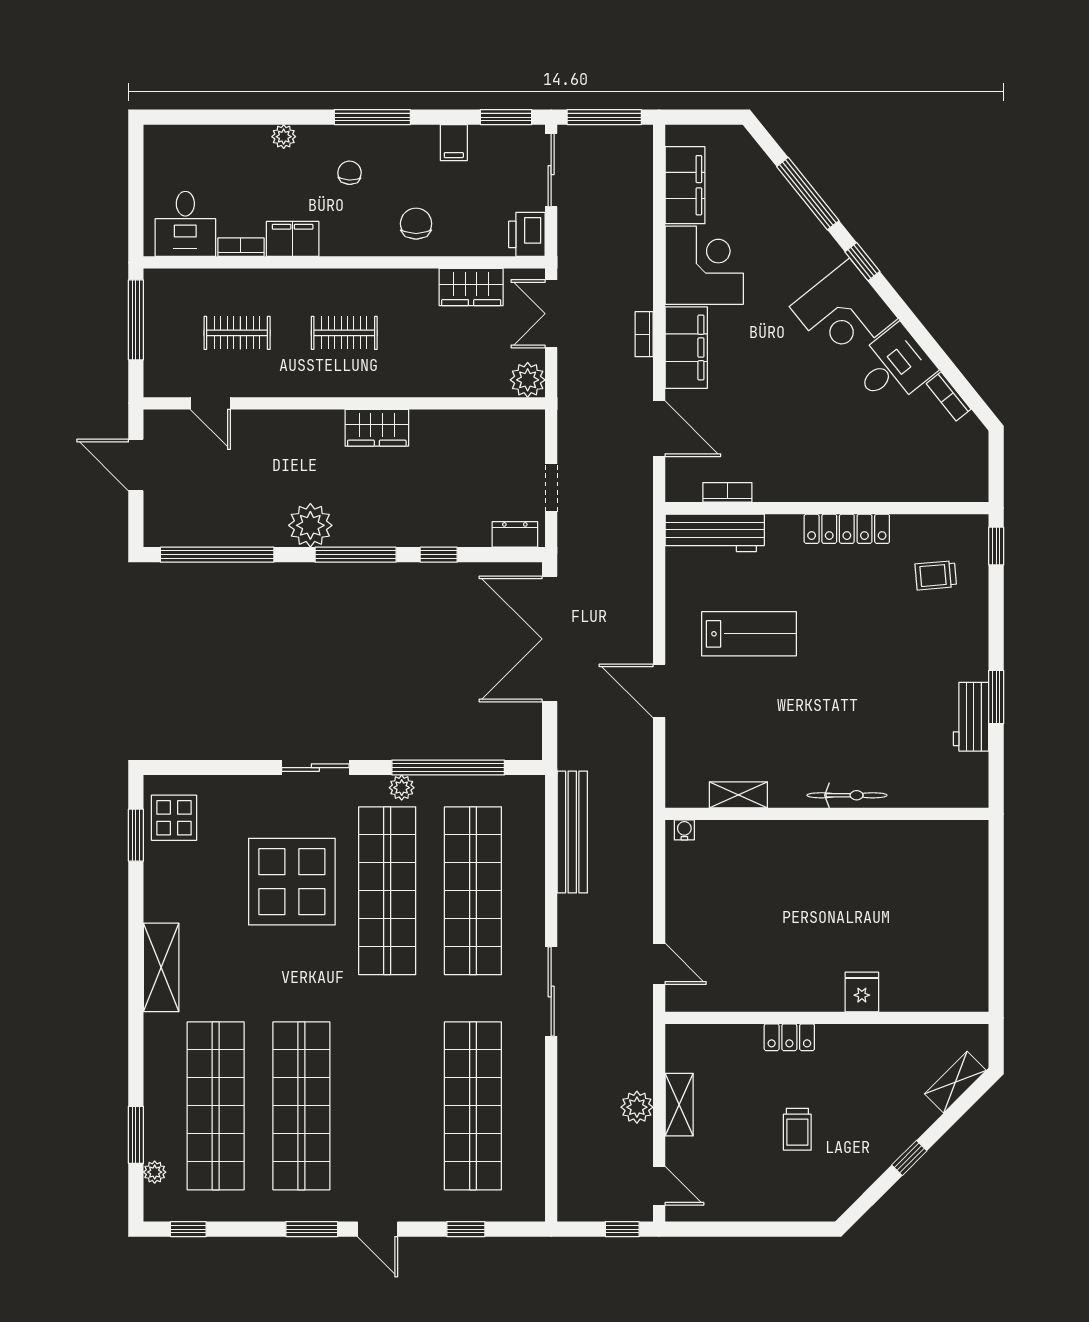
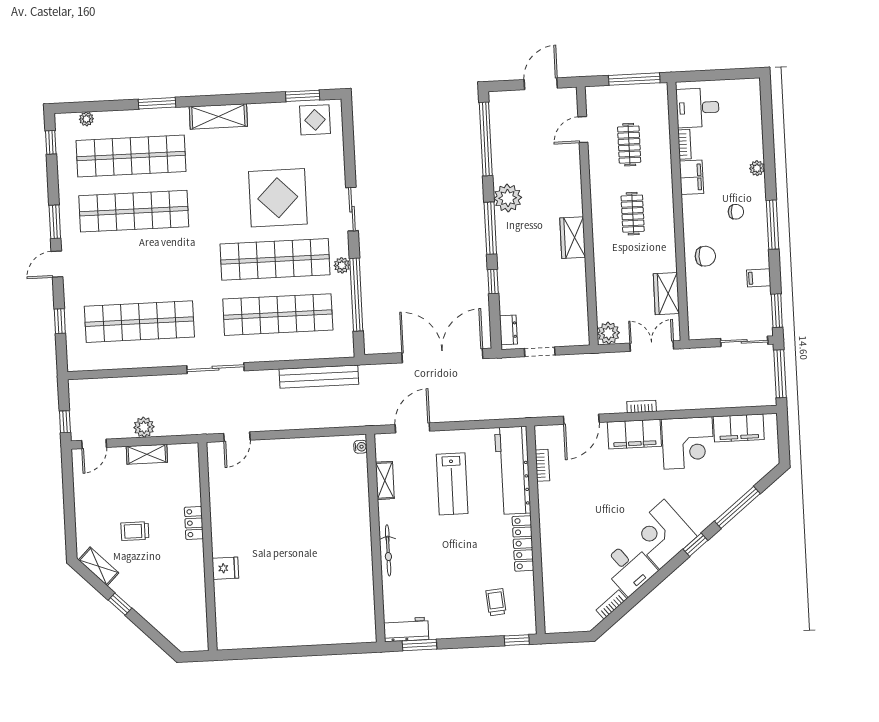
printer: (527, 234) -> (702, 328), removed
workbench: (715, 533) -> (513, 470), width x1.36, depth x1.32
shelving: (738, 795) -> (385, 480), moved
bicycle: (847, 795) -> (388, 550), moved
wall: (827, 814) -> (375, 538), moved
water cooler: (684, 830) -> (360, 447), moved
shelving: (955, 1082) -> (99, 566), moved
window: (136, 1135) -> (157, 103), moved

